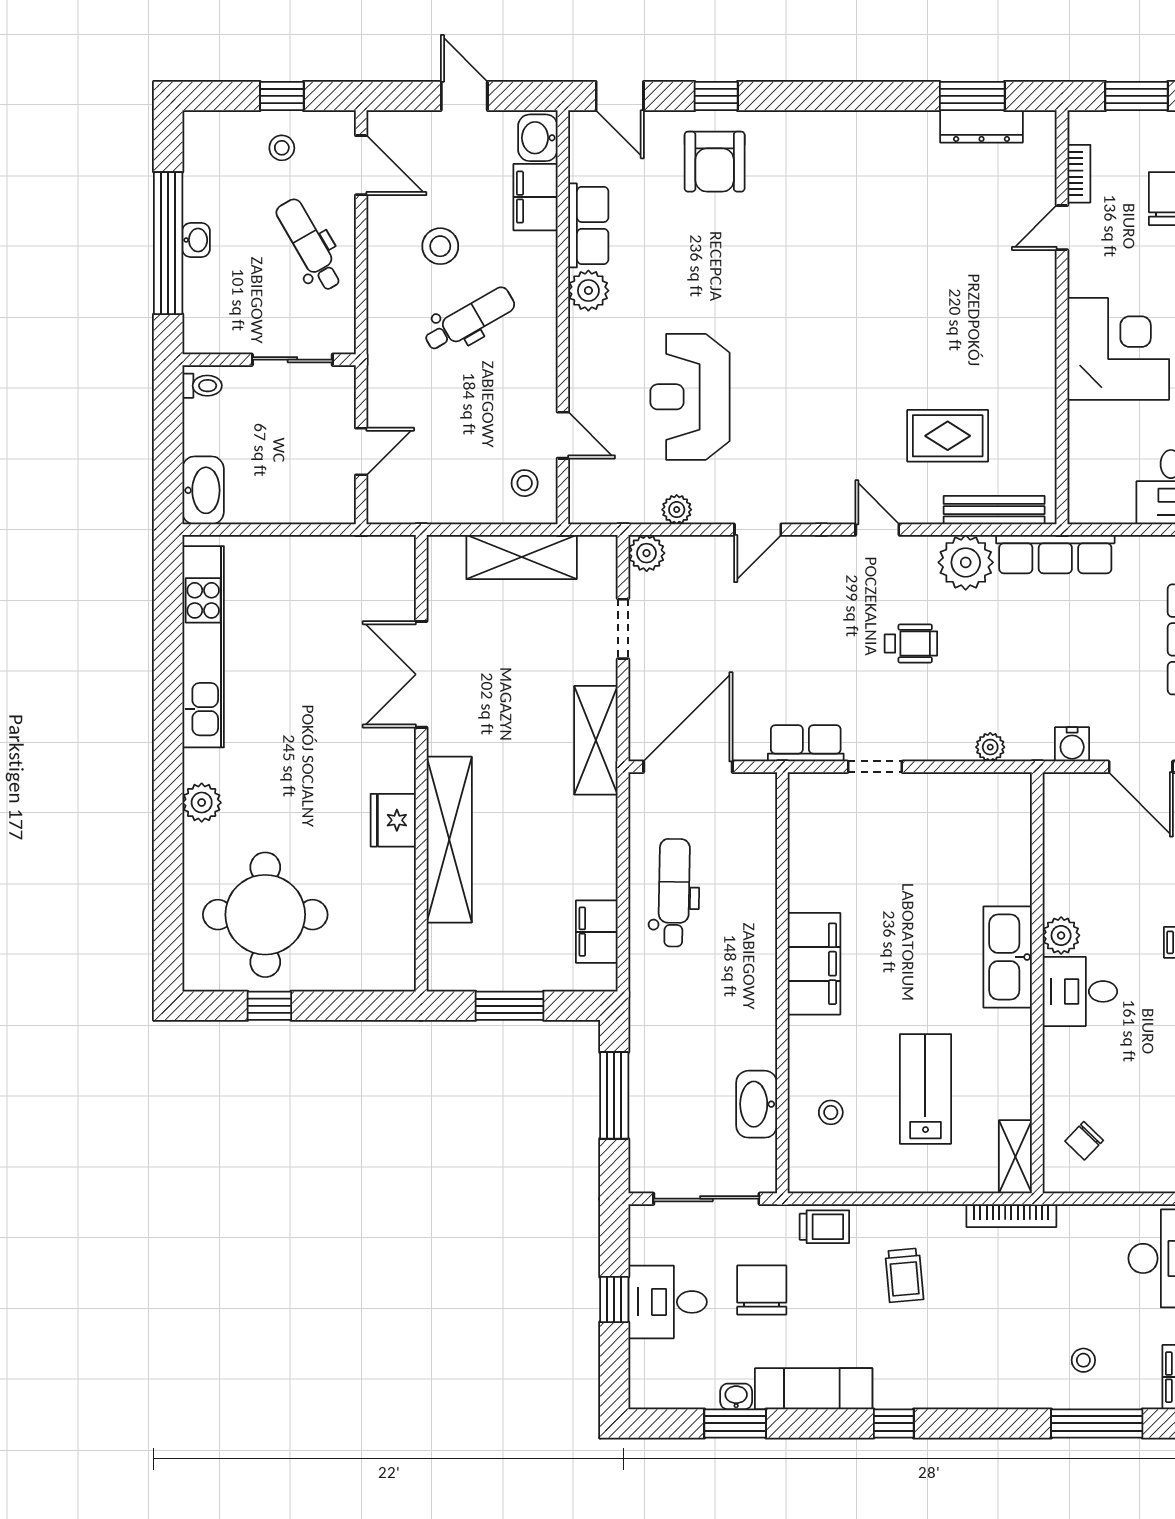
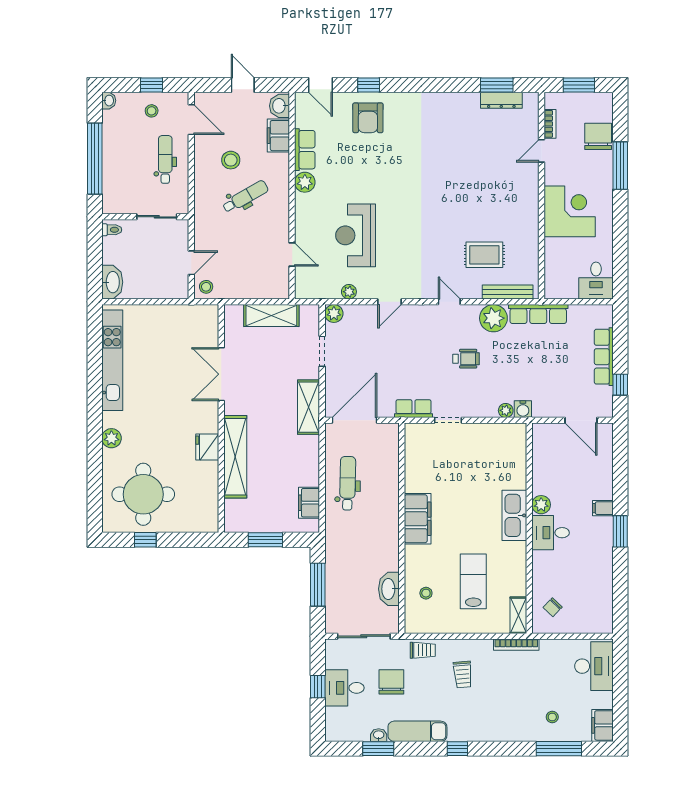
washbasin: (196, 240) -> (109, 101), moved
dental chair: (309, 245) -> (165, 159), turned 30
stool: (525, 483) -> (206, 287), moved
water cooler: (1072, 744) -> (523, 409), moved

